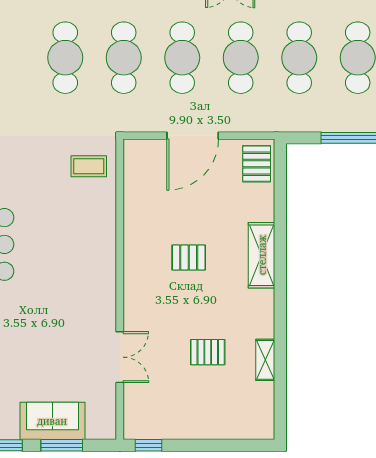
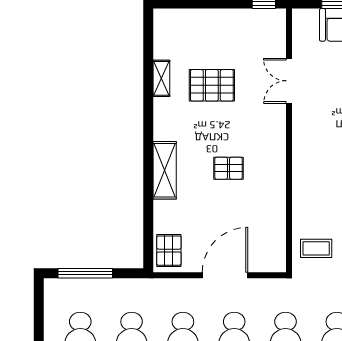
pallet: (208, 352) -> (212, 85), width x1.50, depth x1.42

